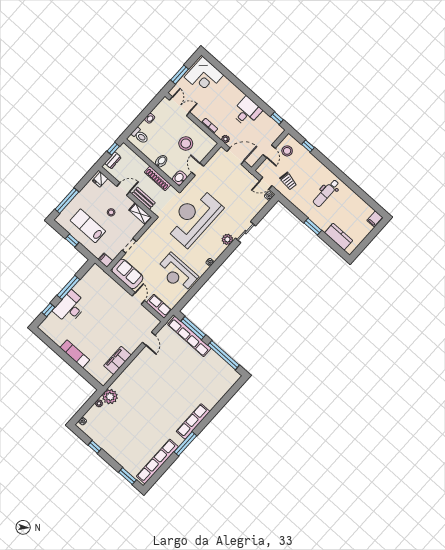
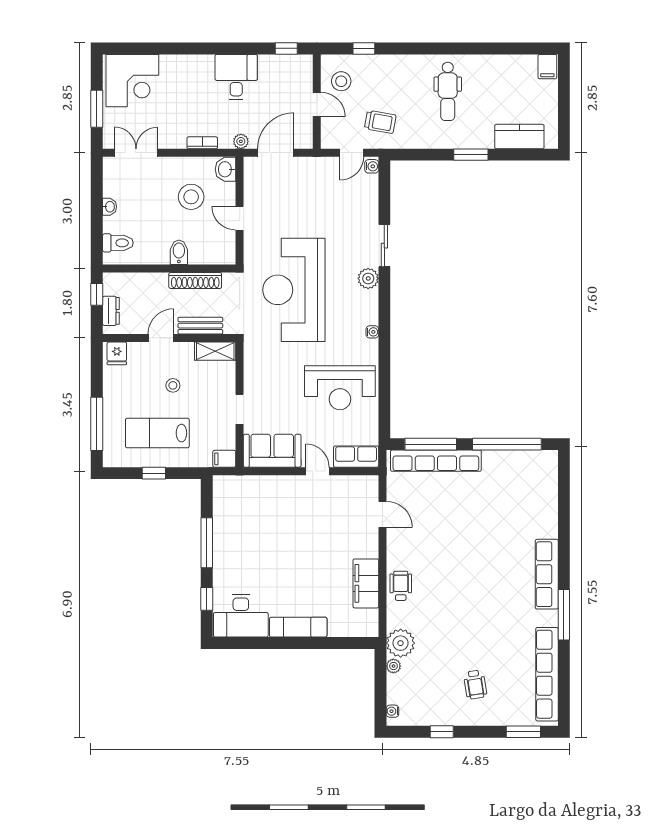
washbasin: (180, 178) -> (225, 169), moved
desk: (70, 307) -> (241, 616), moved, turned -90
wheelchair: (131, 374) -> (401, 586), added
wheelchair: (125, 440) -> (475, 685), added

